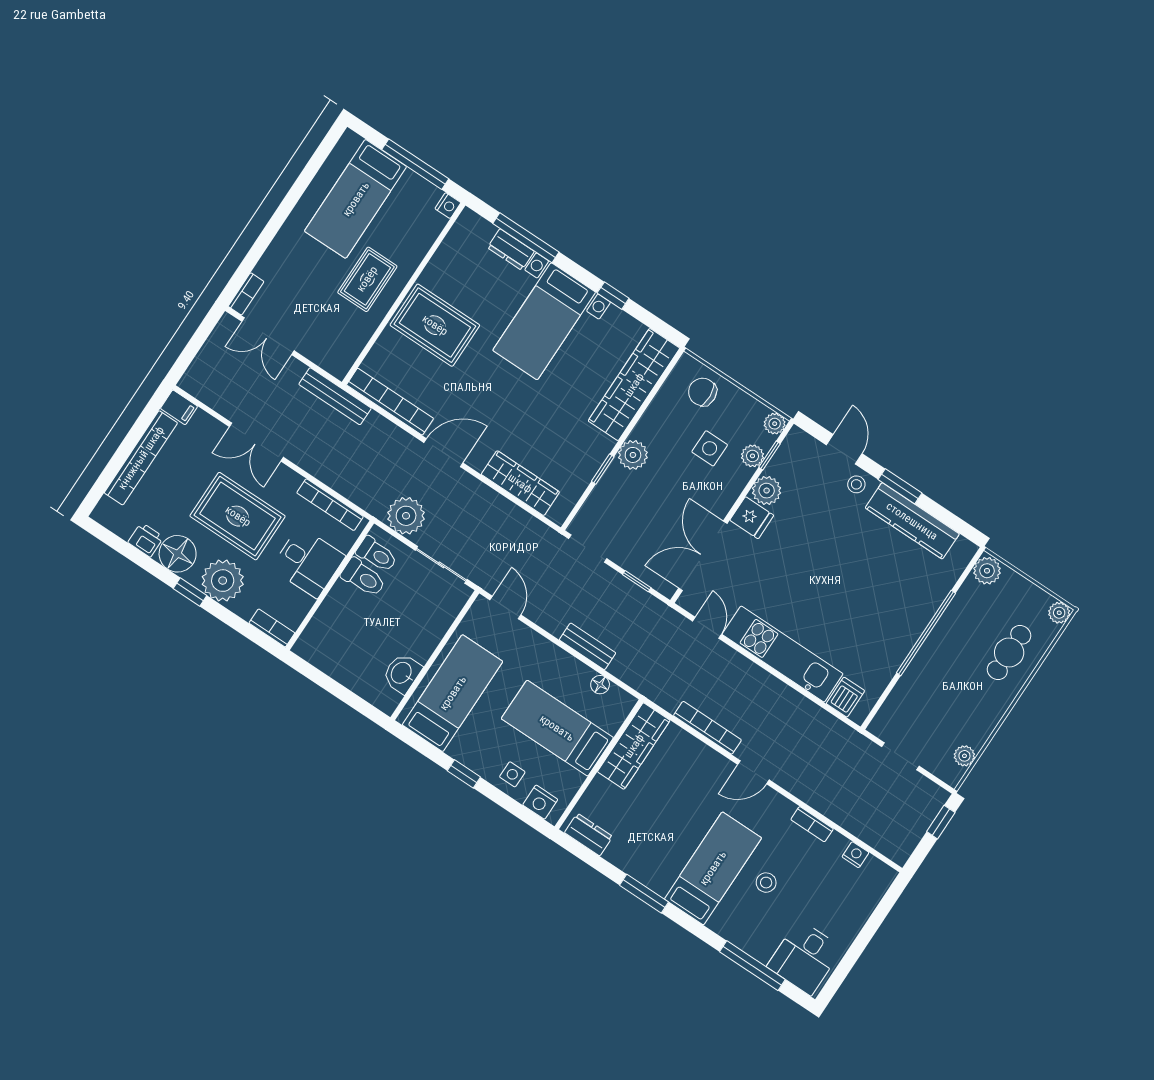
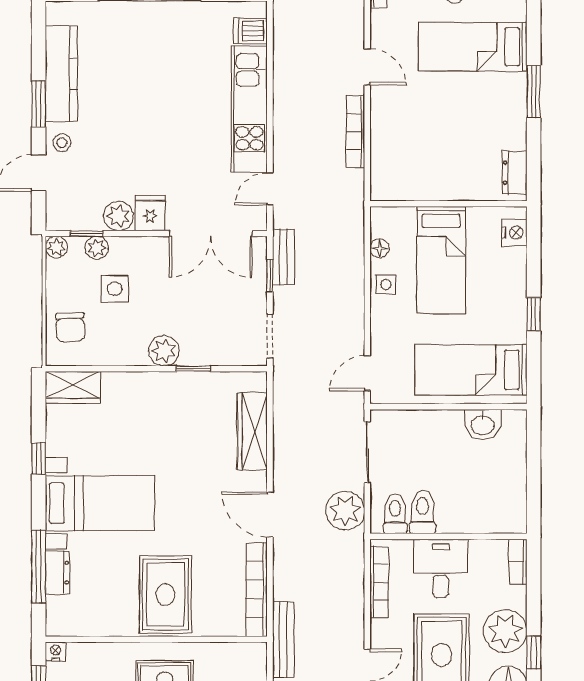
wardrobe: (634, 385) -> (73, 387), width x0.48, depth x0.85
bench: (588, 646) -> (283, 257), moved
wardrobe: (634, 746) -> (413, 184), removed
side table: (512, 774) -> (386, 285), moved

